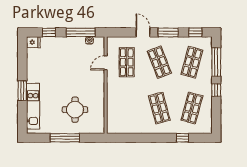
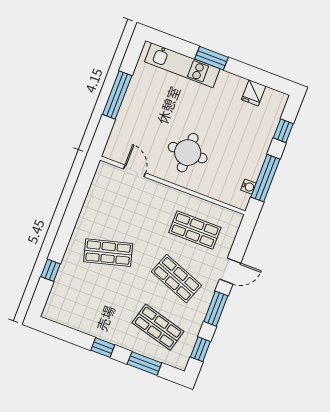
fridge: (33, 42) -> (254, 93), moved
shop shelf: (159, 62) -> (176, 279), turned 42
window: (216, 62) -> (144, 363), width x0.69
door: (106, 63) -> (135, 171), moved
shop shelf: (192, 108) -> (90, 301), removed
round table: (75, 110) -> (188, 153), moved

